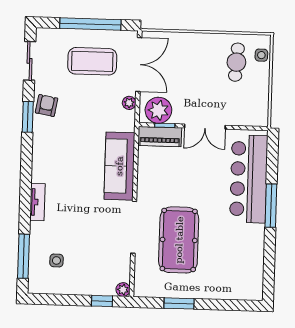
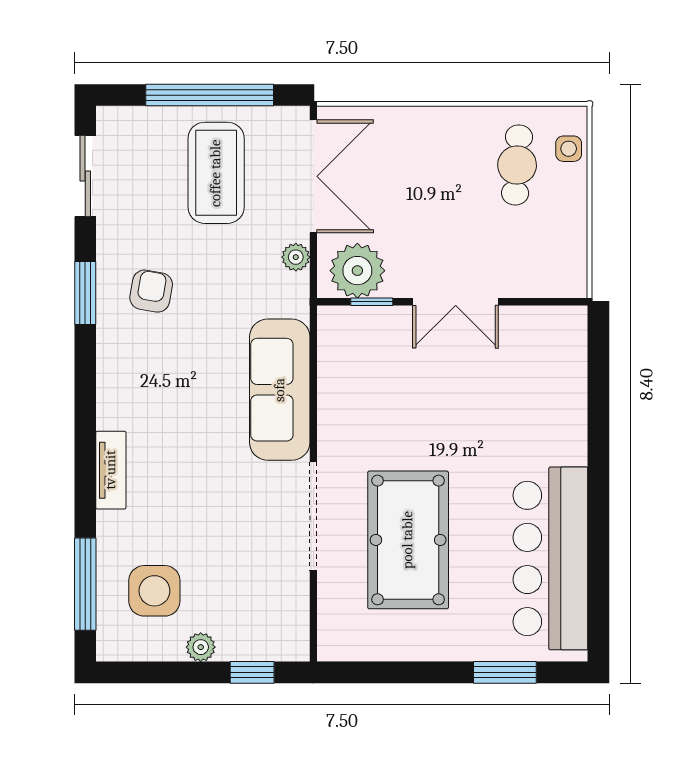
coffee table: (92, 61) -> (216, 173), turned 90
armchair: (47, 105) -> (151, 291), moved
piano: (160, 137) -> (362, 325), removed
bar counter: (249, 179) -> (550, 558), moved
window: (271, 206) -> (598, 462), removed
side table: (56, 260) -> (154, 591), width x1.87, depth x1.87
plant: (123, 290) -> (201, 647), moved
window: (179, 303) -> (505, 672), moved

